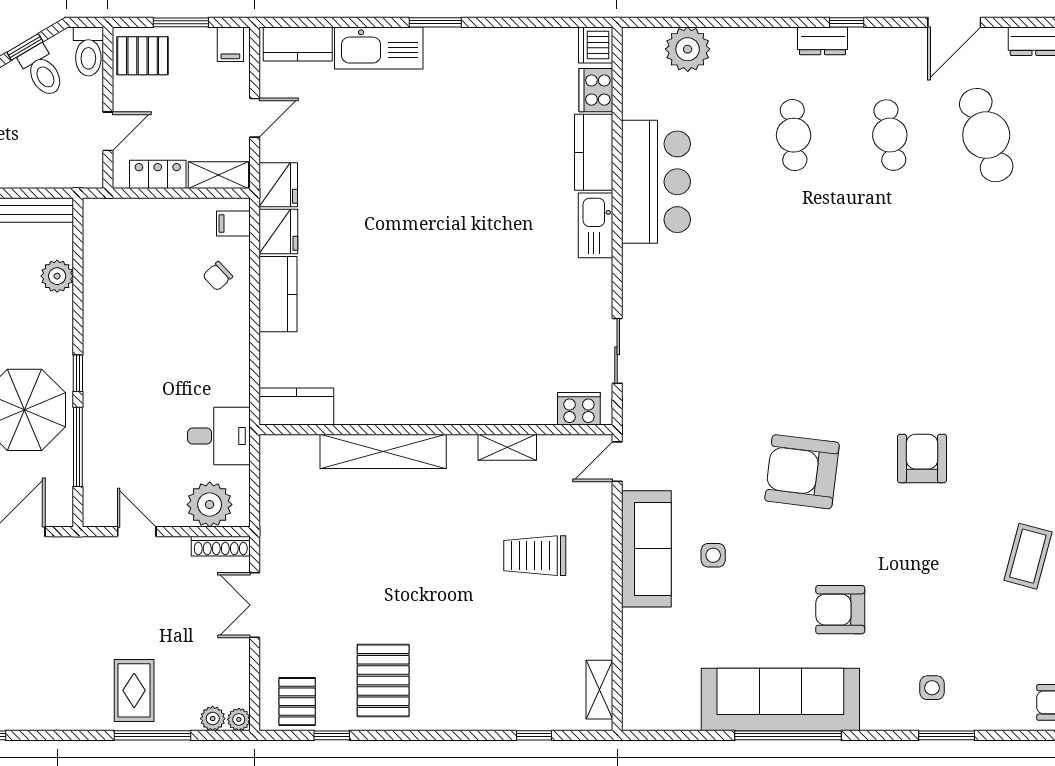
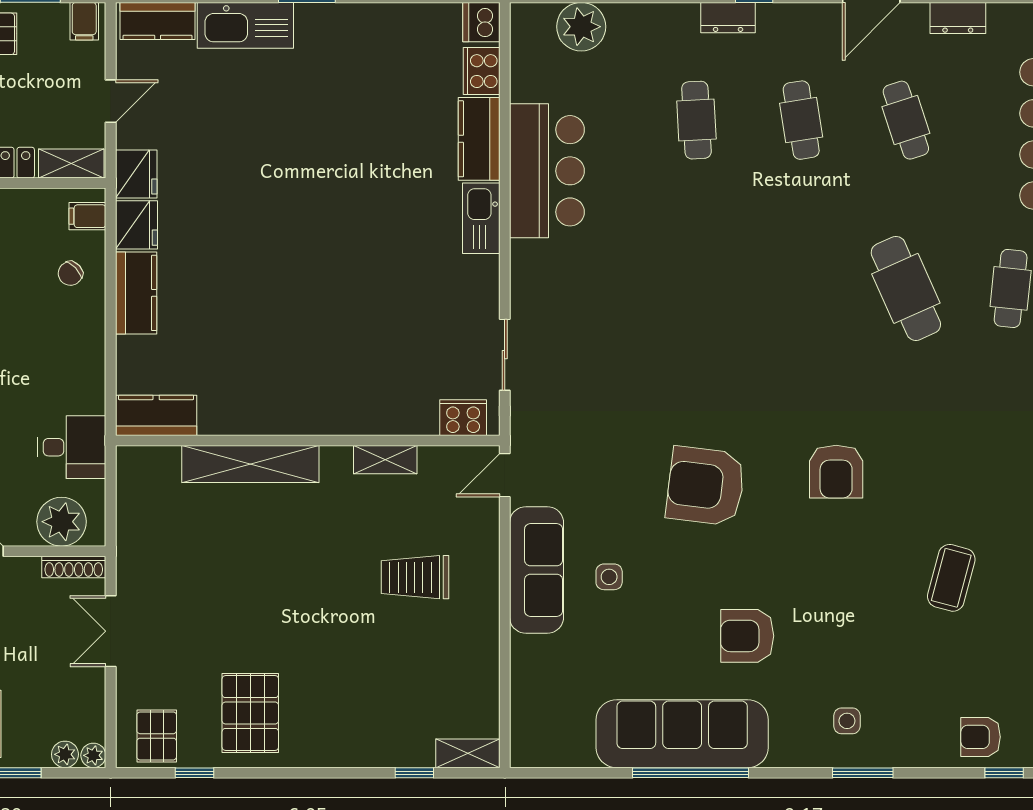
cafe table: (986, 135) -> (906, 120), width x0.73, depth x0.74
cafe table: (986, 290) -> (906, 288), added
armchair: (922, 458) -> (836, 472), turned 180
shelving: (599, 690) -> (468, 753), moved, turned 90

